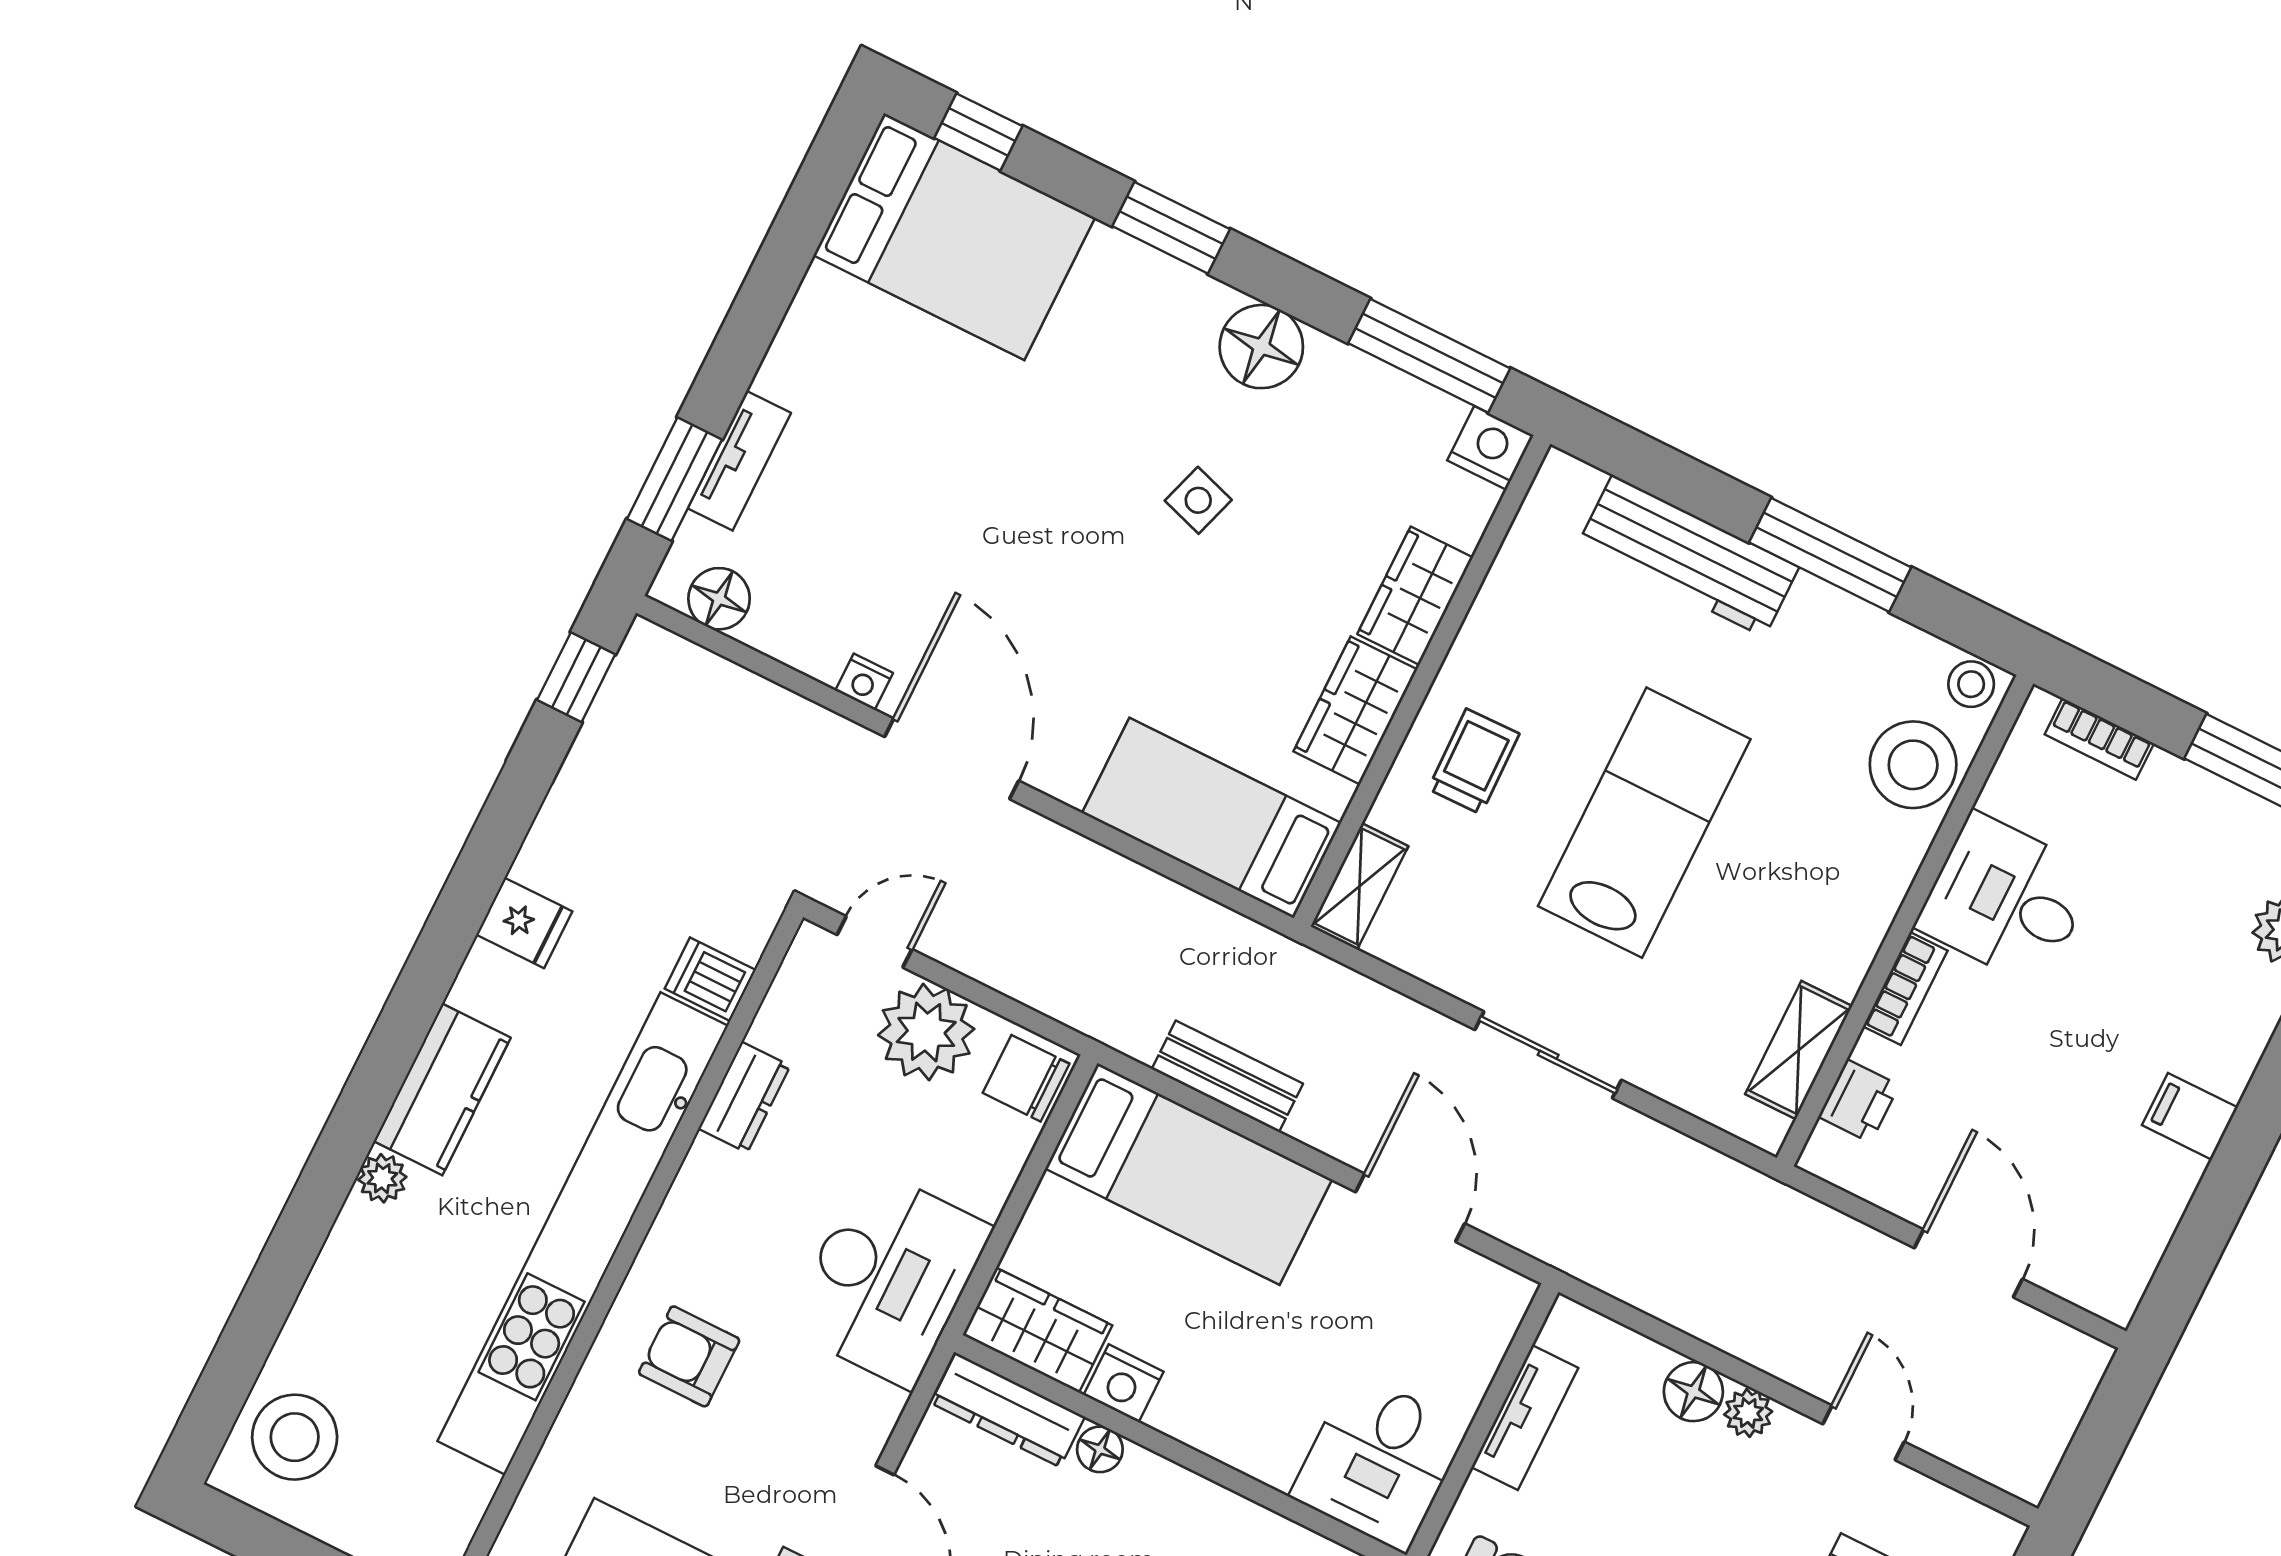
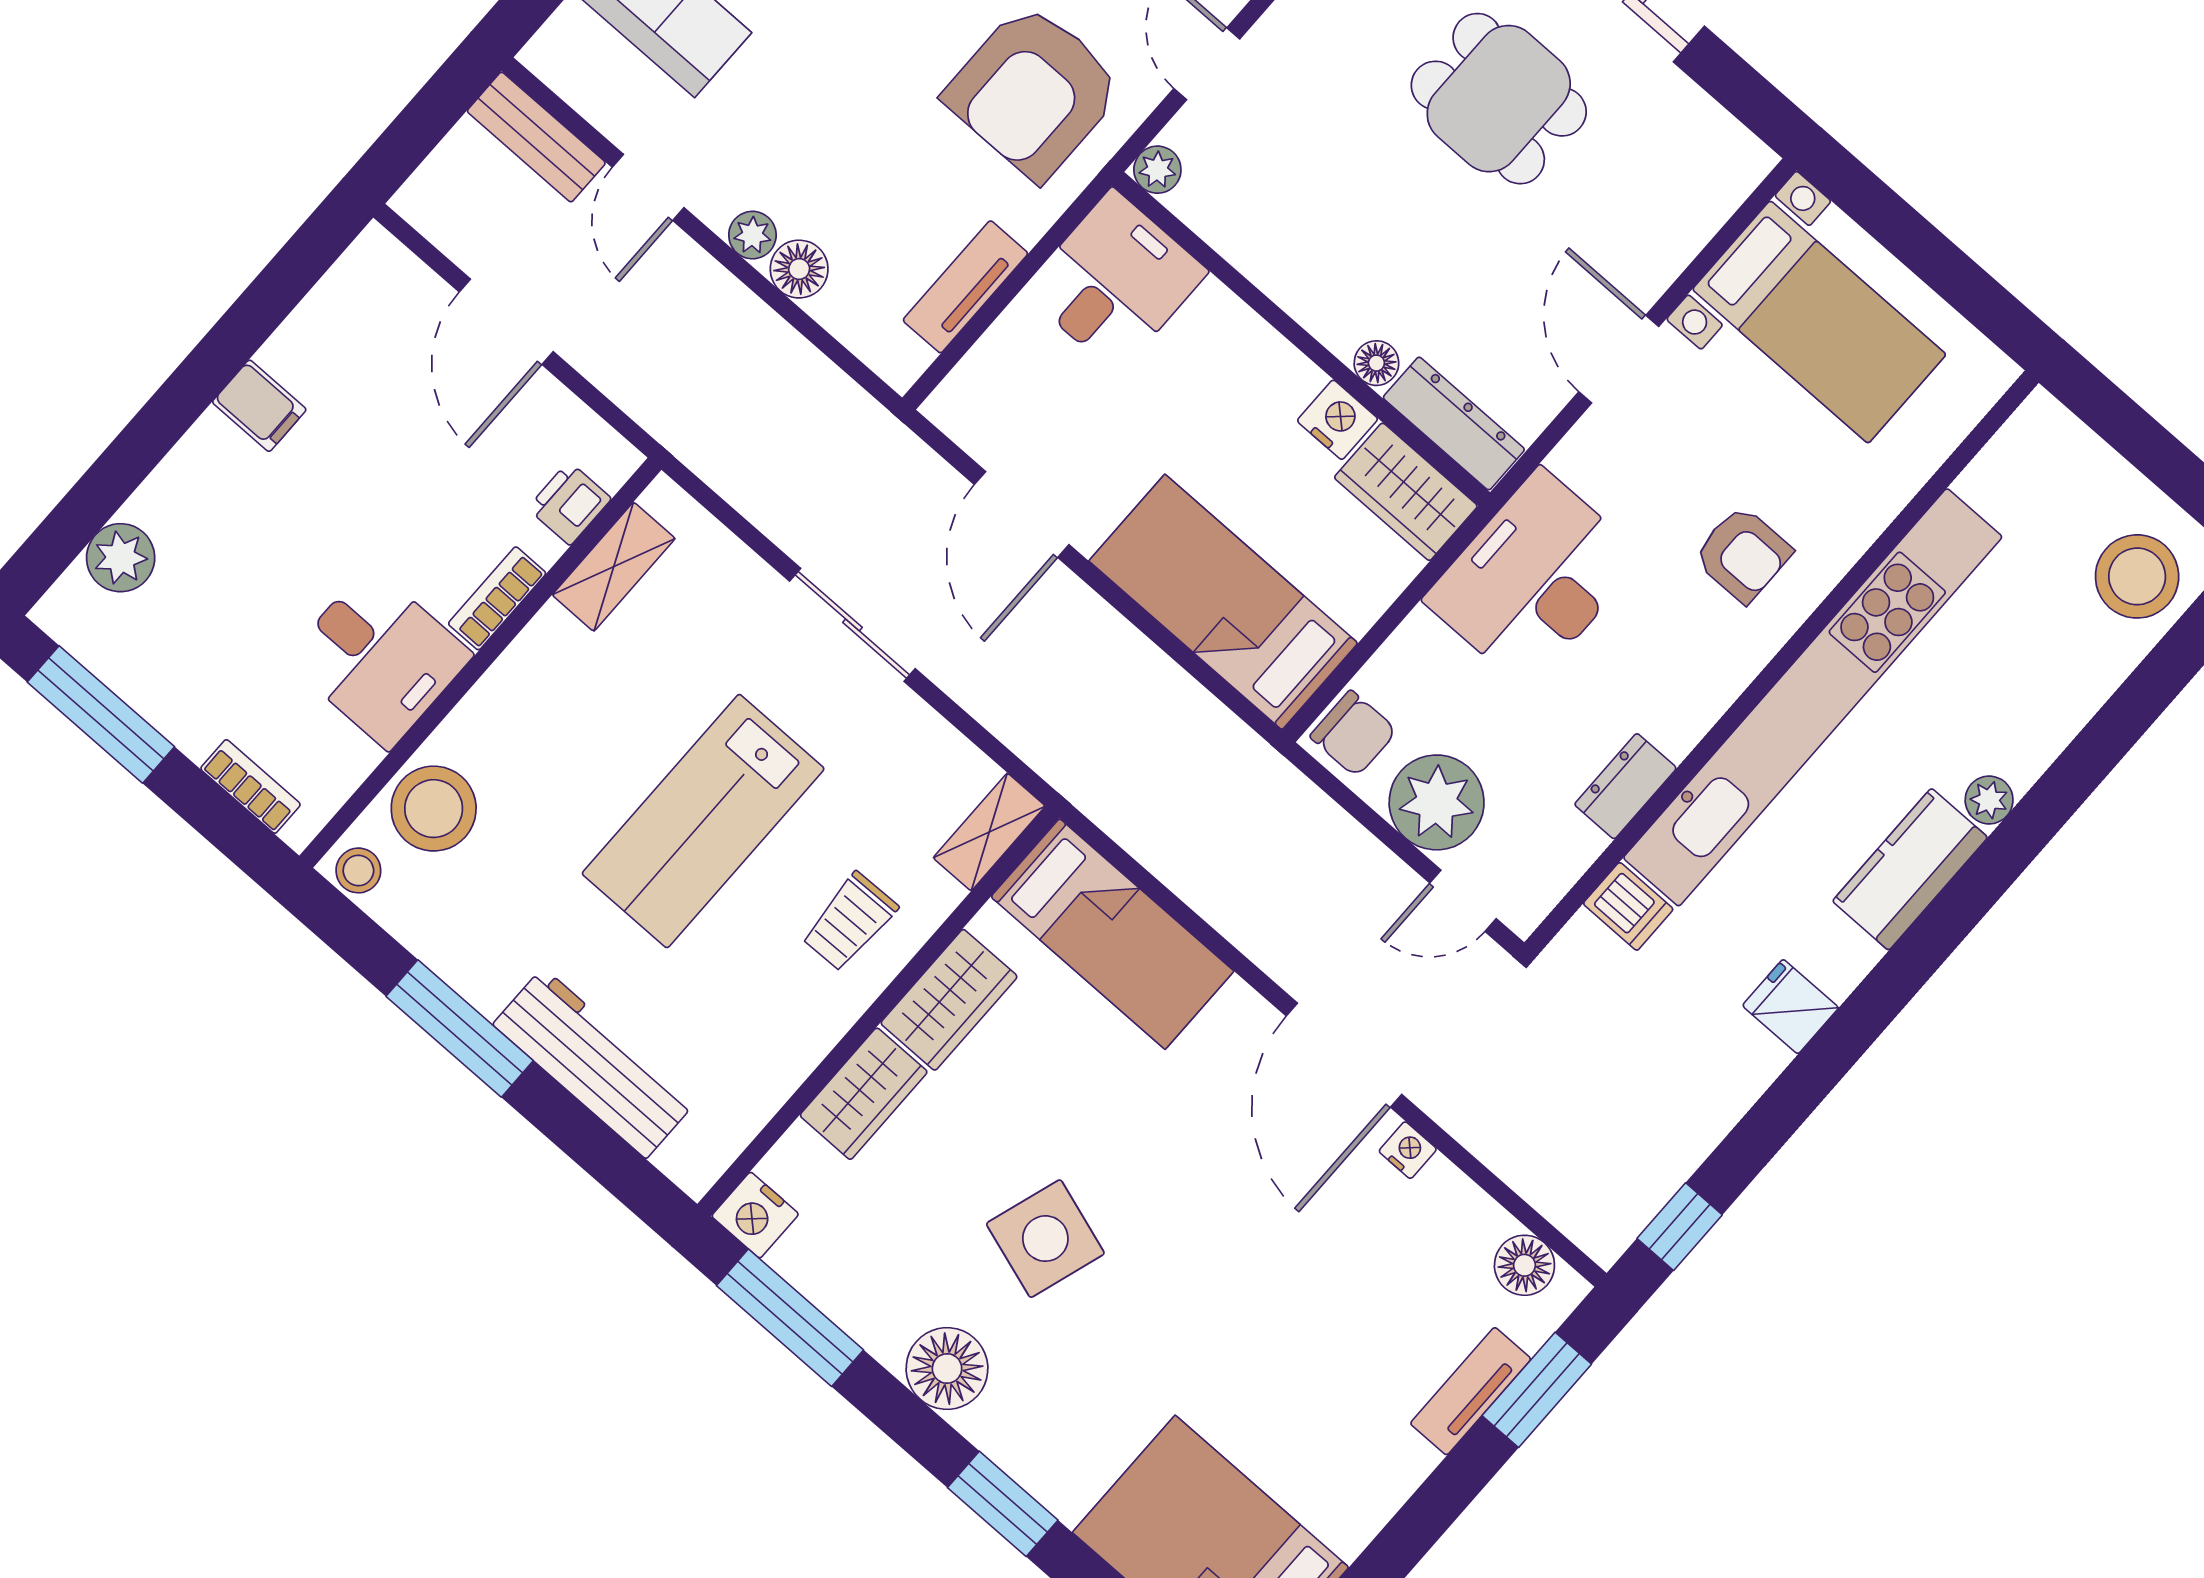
side table: (1198, 500) -> (1045, 1239), width x1.87, depth x1.87
bench: (1227, 1076) -> (536, 137), moved

